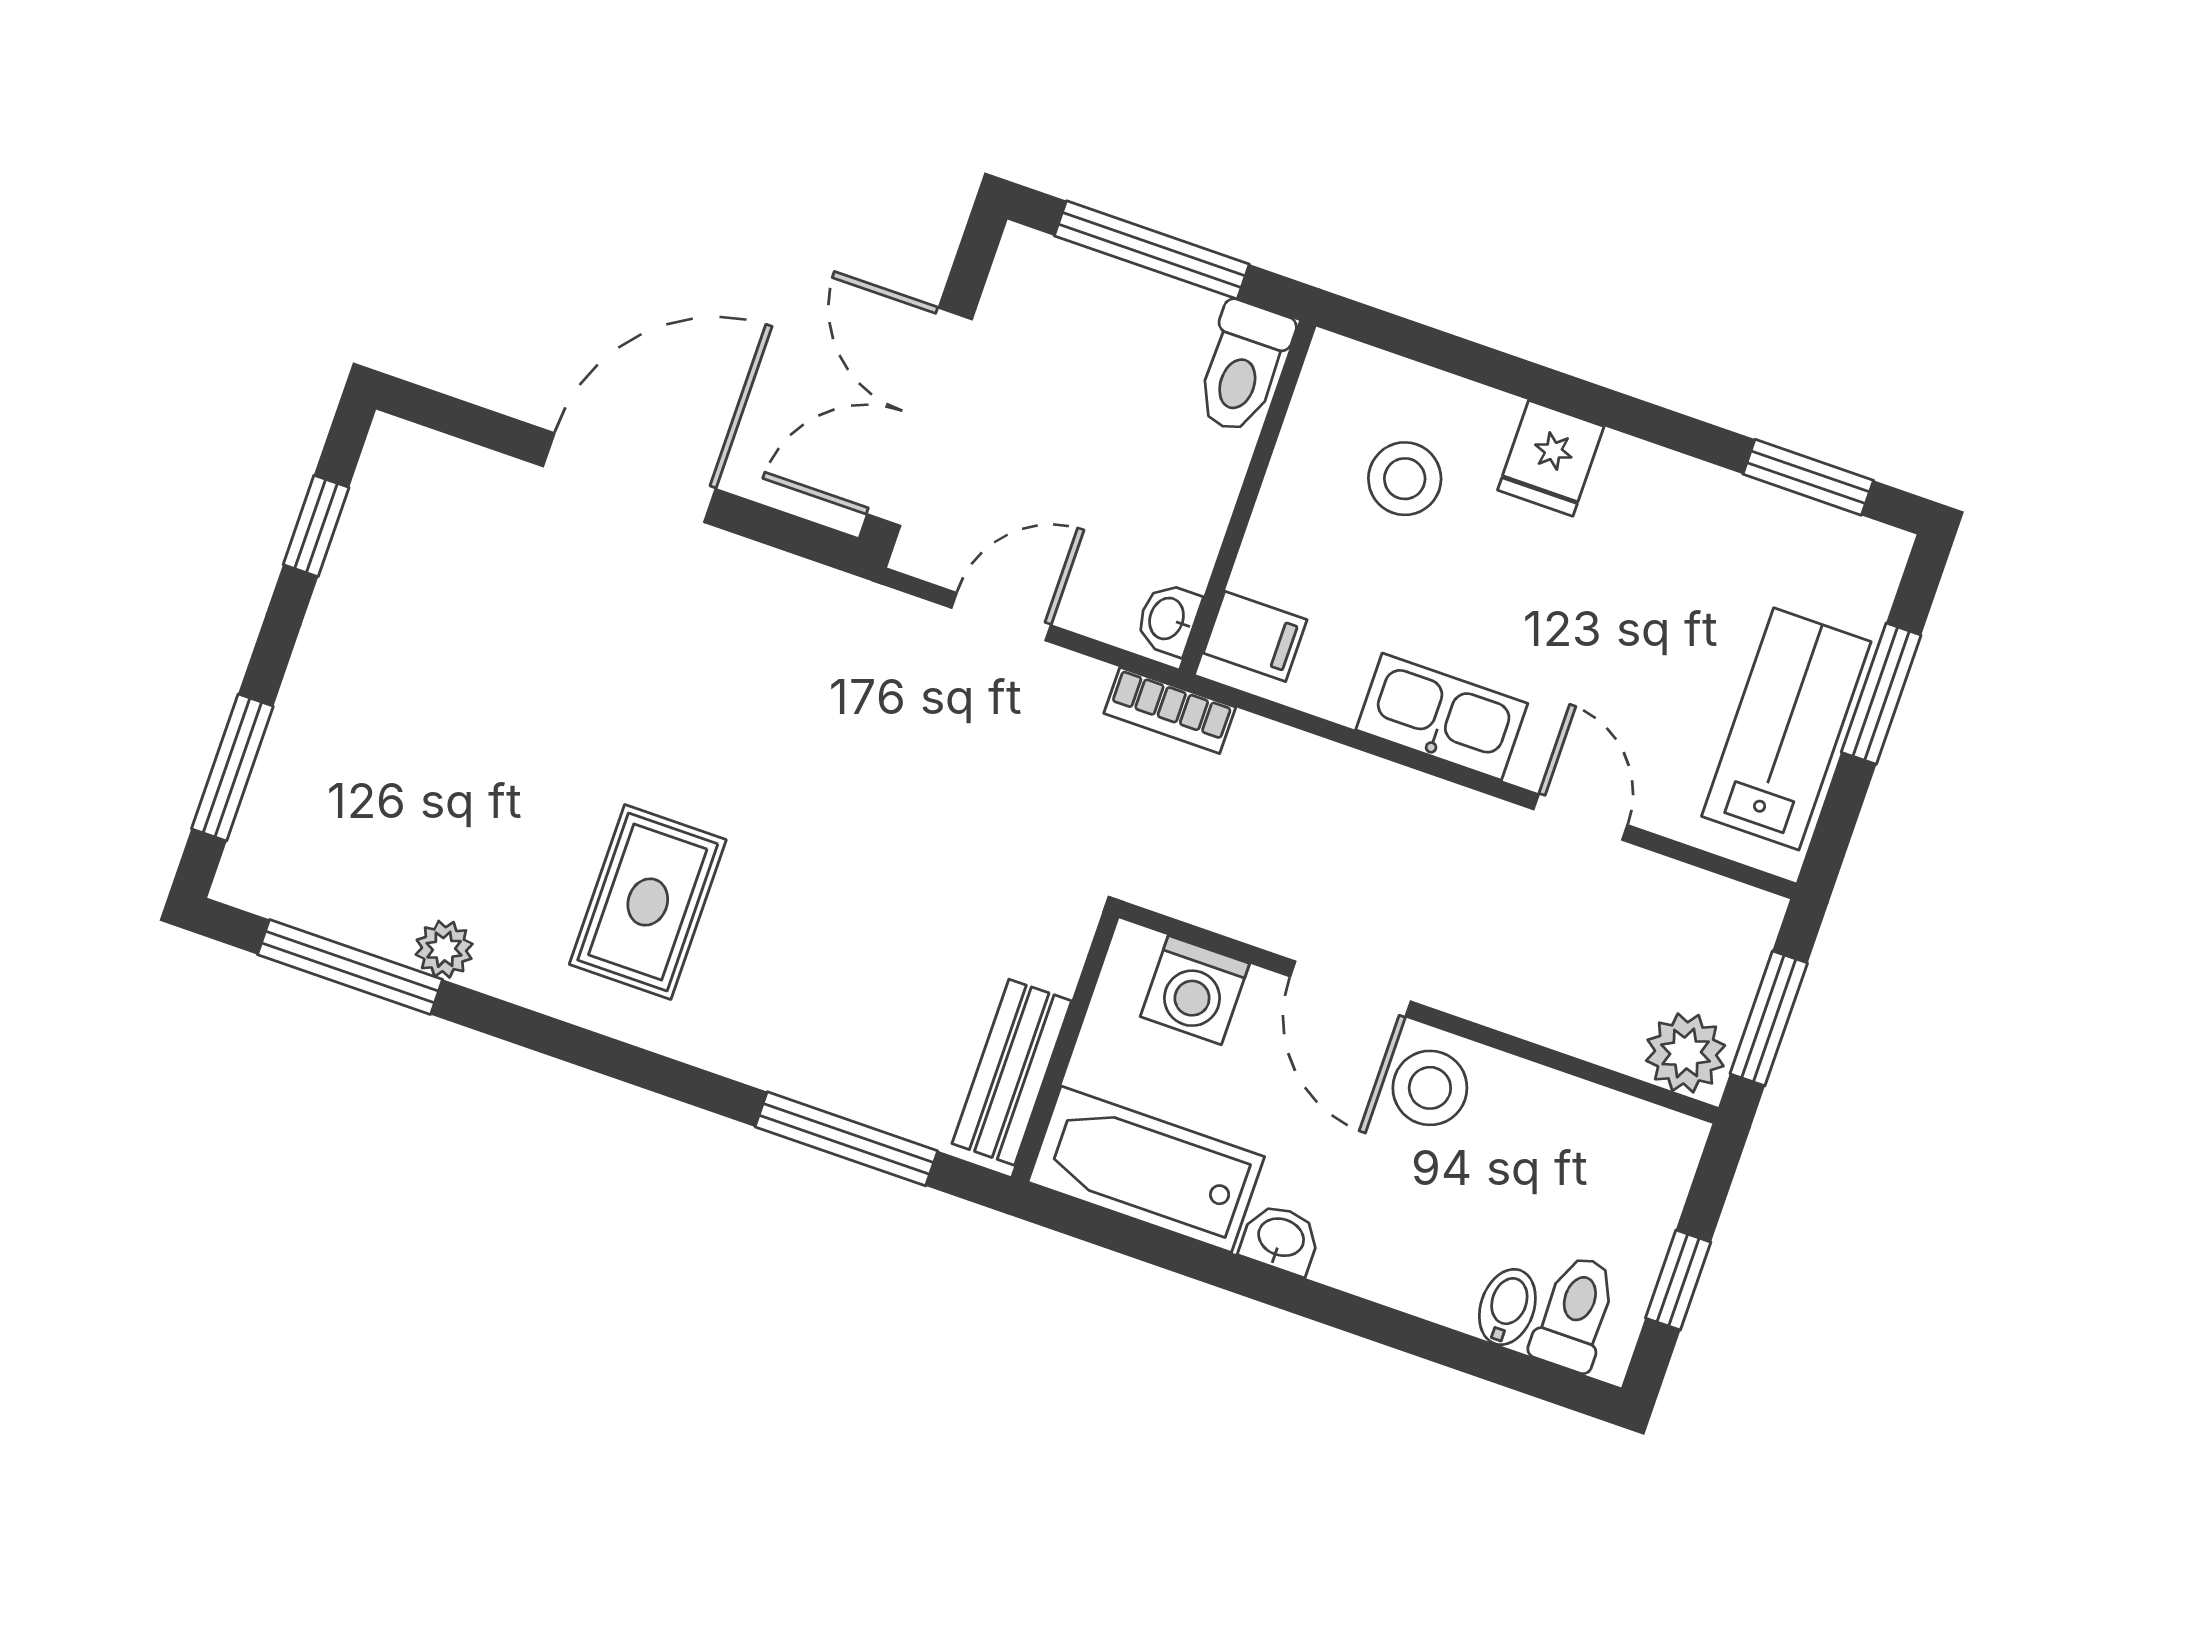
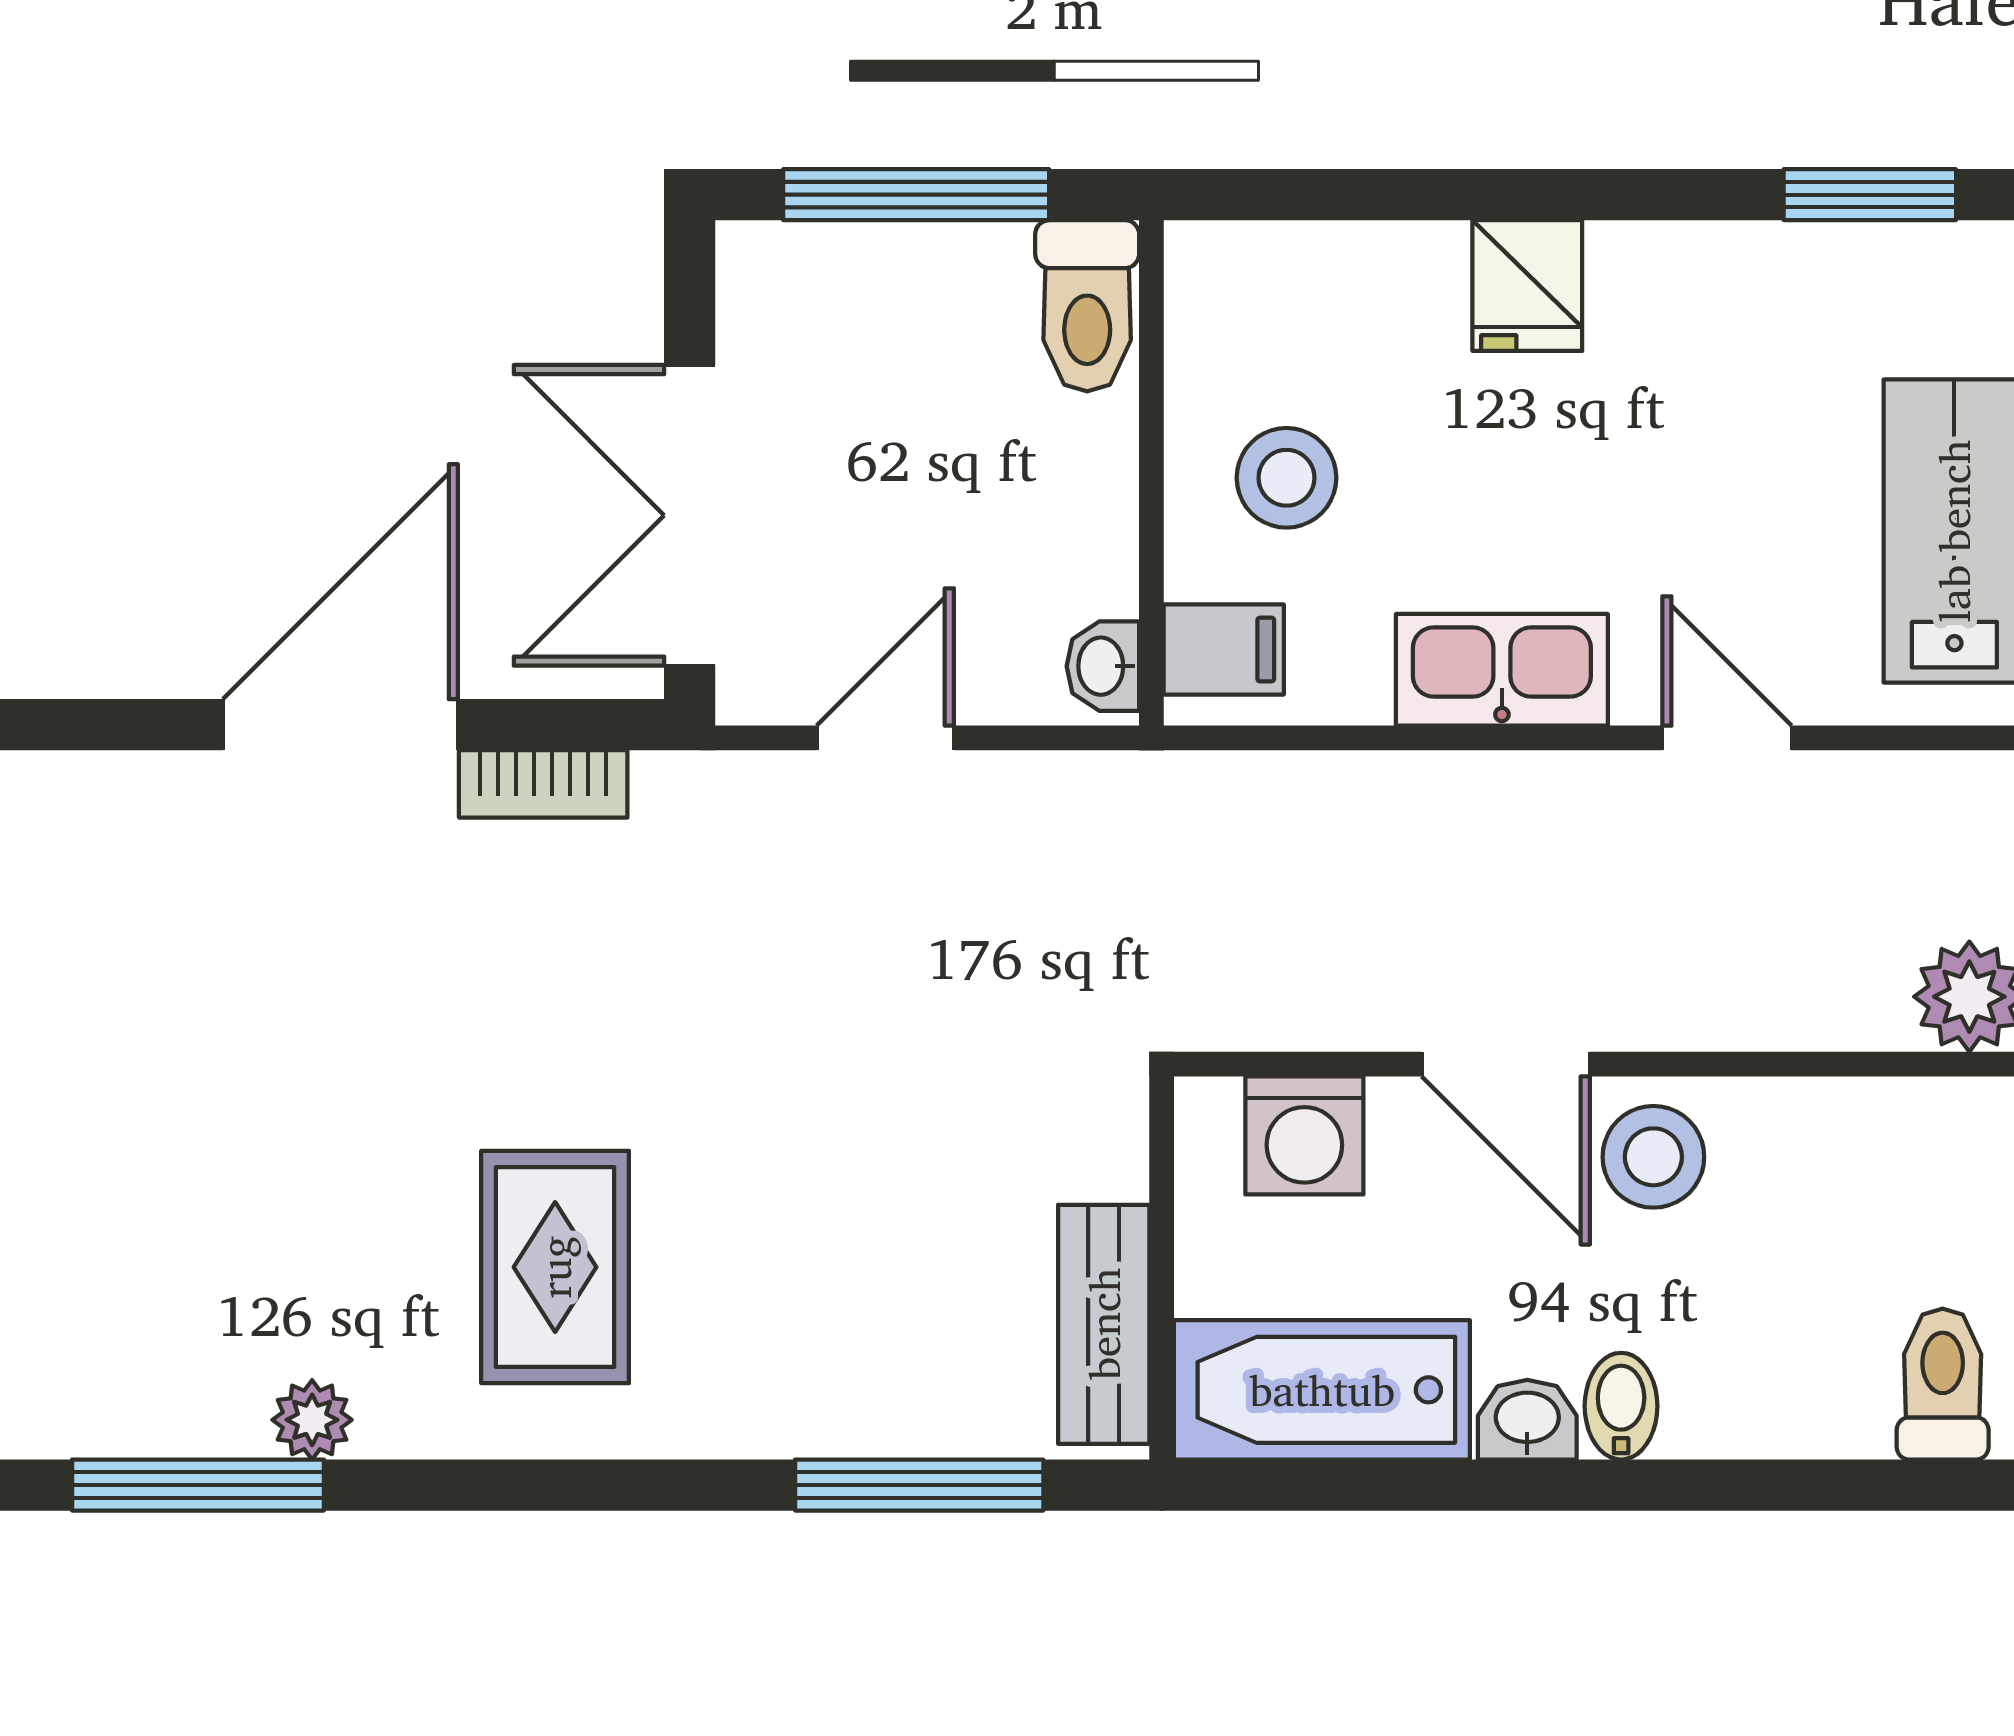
stool: (1405, 479) -> (1286, 478), moved
bookcase: (1170, 710) -> (543, 784), moved
bidet: (1507, 1307) -> (1621, 1406), moved

